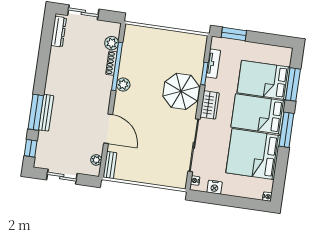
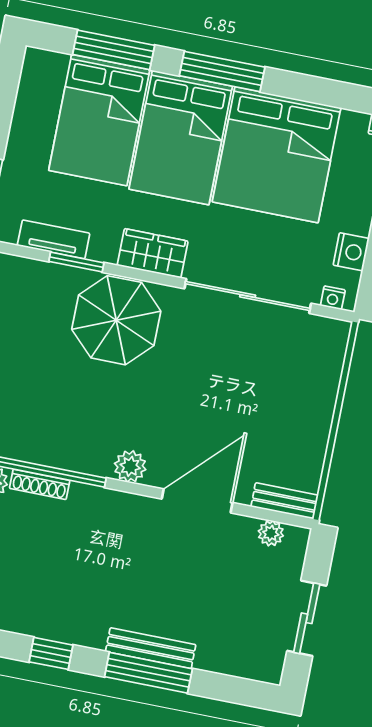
plant: (123, 85) -> (130, 466), moved
window: (31, 148) -> (51, 653), moved

